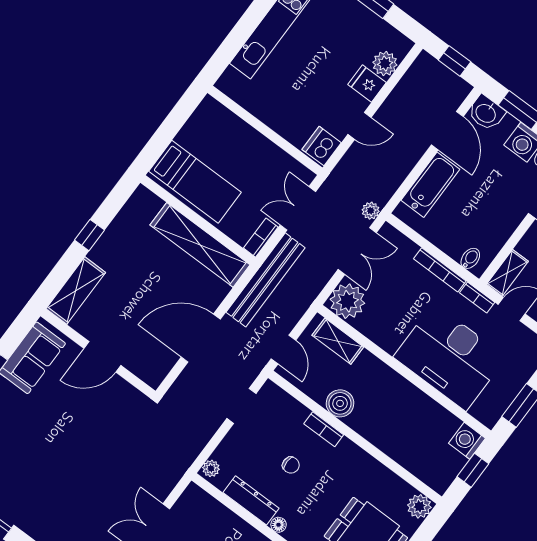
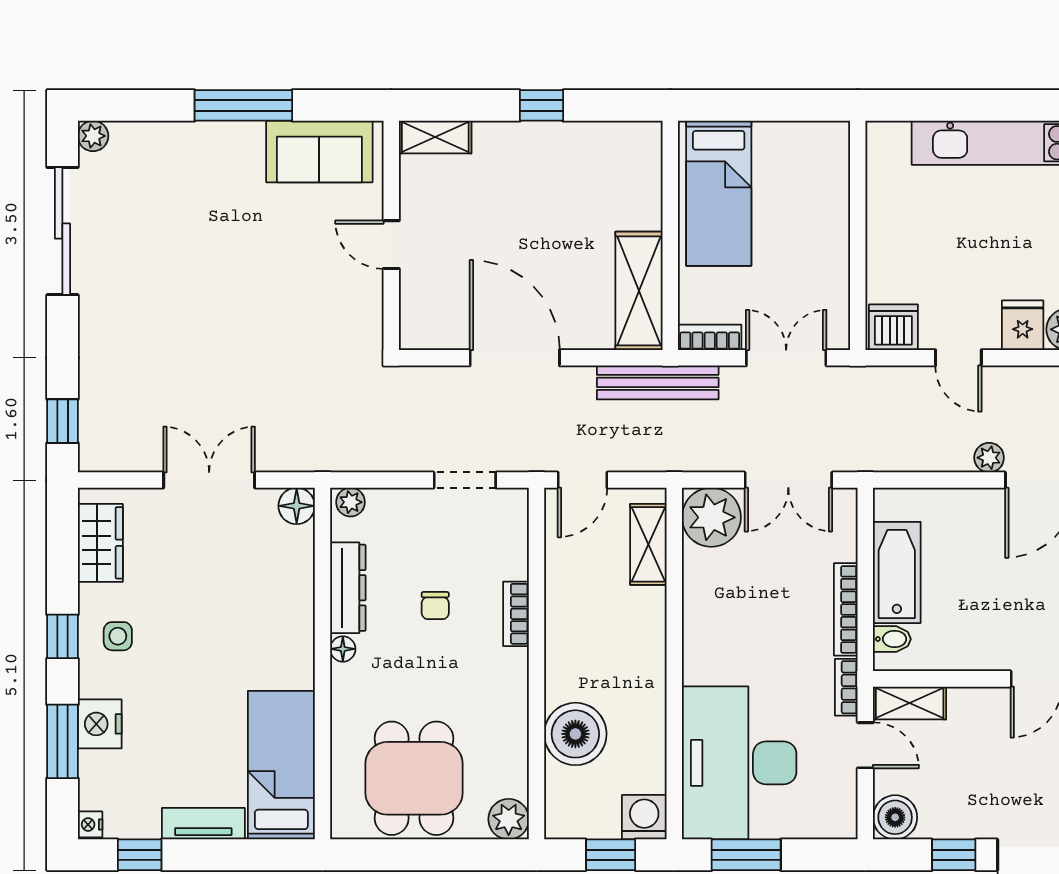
bathtub: (430, 185) -> (897, 572), moved, turned -90
plant: (371, 211) -> (989, 458), moved
shelving: (200, 245) -> (639, 291), width x0.68
bench: (265, 280) -> (658, 382), width x0.73, depth x0.82
shelving: (76, 291) -> (435, 137), width x0.67, depth x0.75
door: (102, 357) -> (391, 245), width x0.73
desk: (450, 357) -> (739, 763), moved
boiler: (340, 403) -> (575, 734), moved, width x1.37, depth x1.37
floor lamp: (194, 496) -> (297, 506), added

